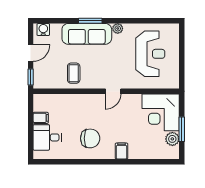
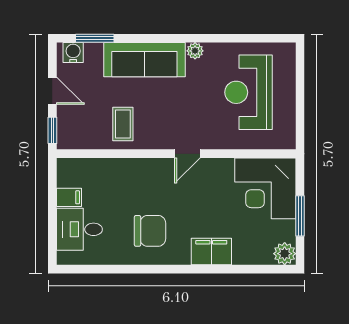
window: (90, 21) -> (95, 38), moved
door: (31, 53) -> (52, 91), hinge flipped
reception desk: (150, 54) -> (248, 92), turned 180
plant: (172, 139) -> (285, 254), moved
filing cabinet: (121, 151) -> (211, 252), width x2.00

